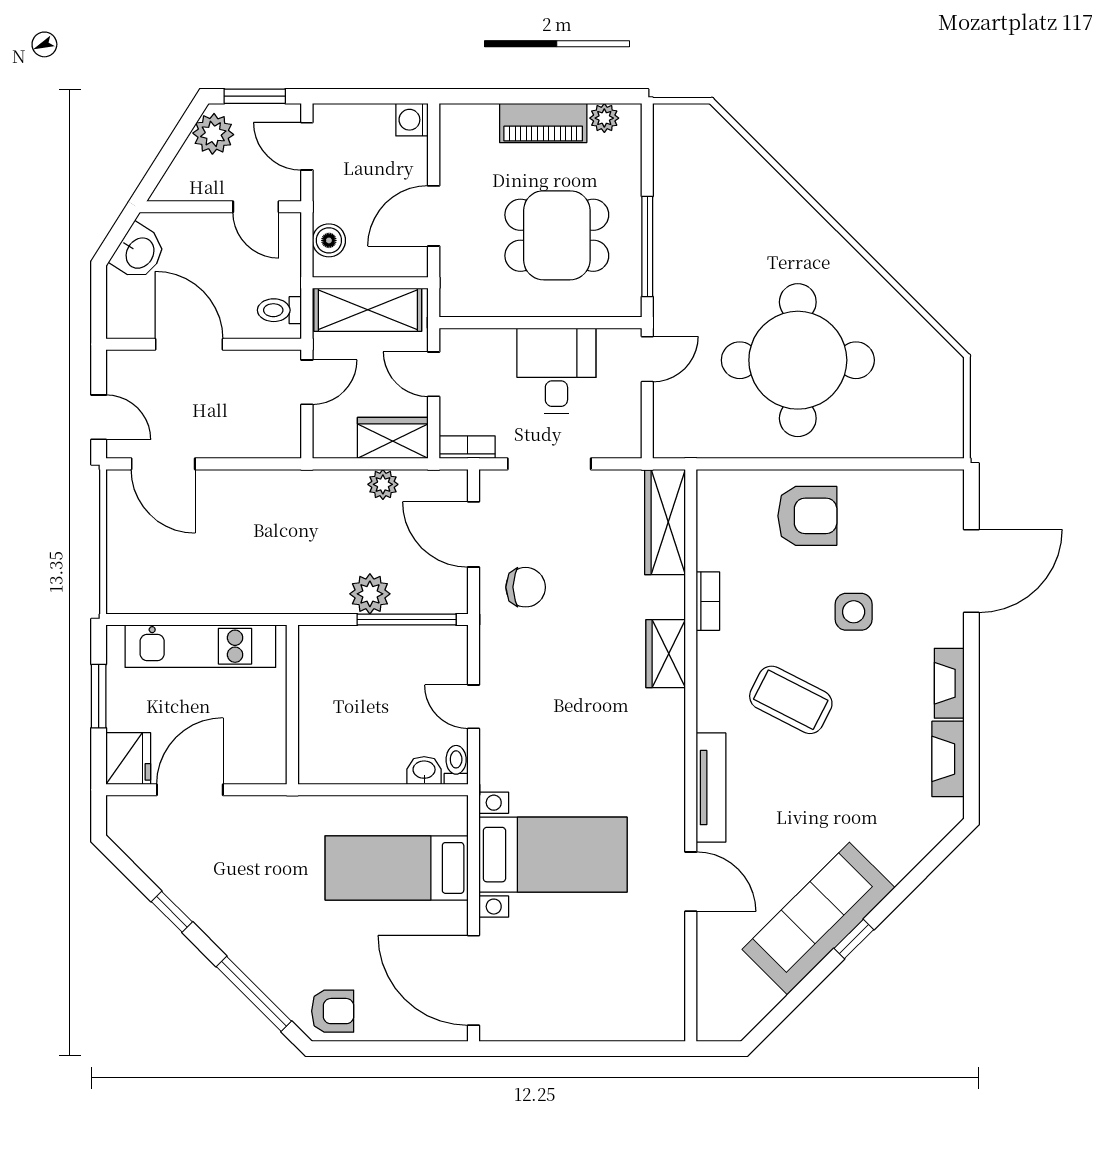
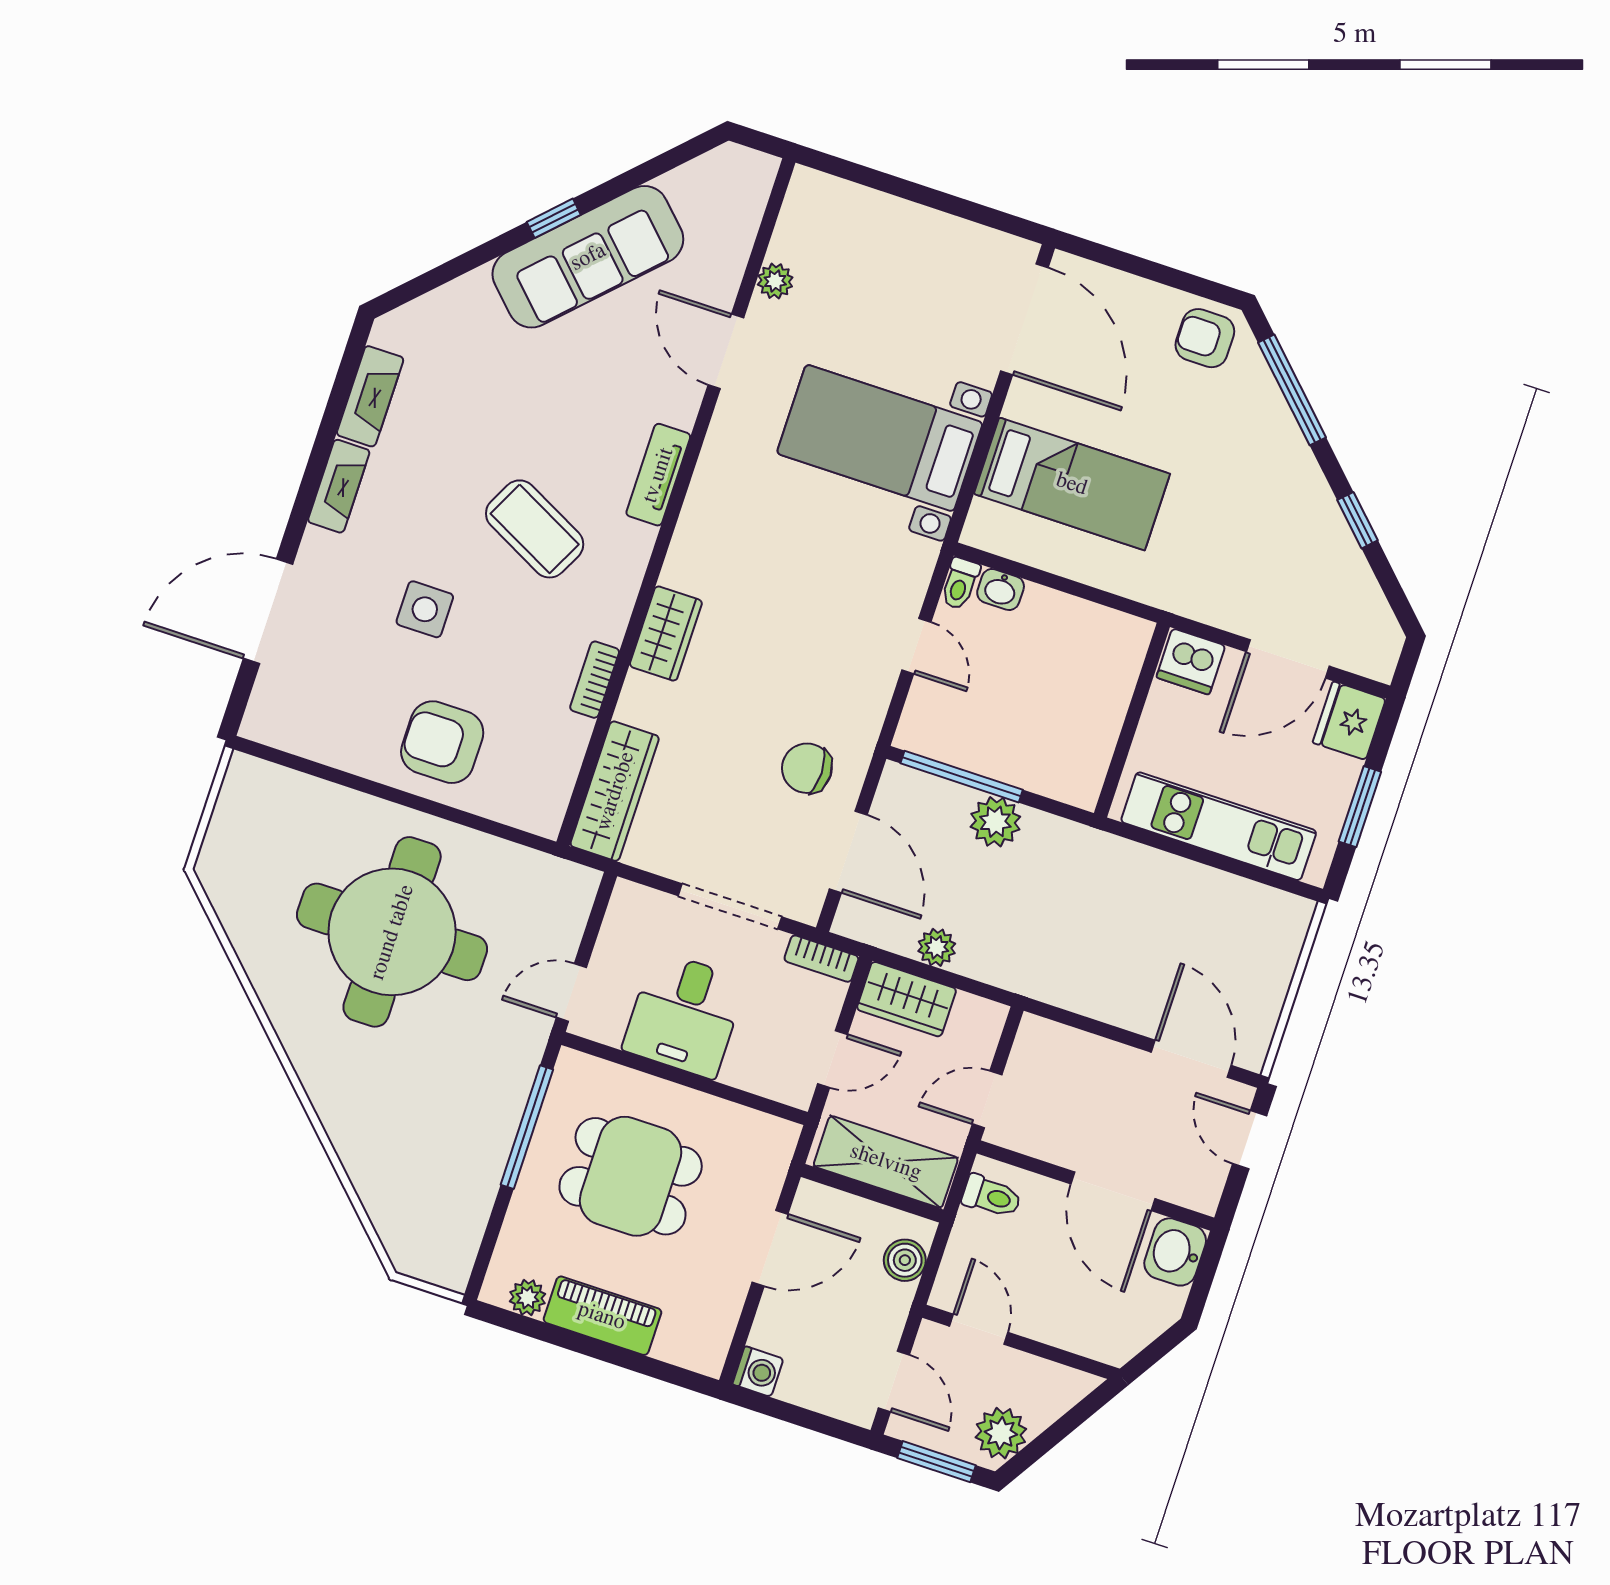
washbasin: (139, 252) -> (1175, 1252), moved, turned -32
door: (434, 374) -> (833, 1059), hinge flipped
dishwasher: (262, 764) -> (1191, 662), added
tv unit: (711, 788) -> (658, 475), width x0.71
plant: (671, 947) -> (775, 281), added

